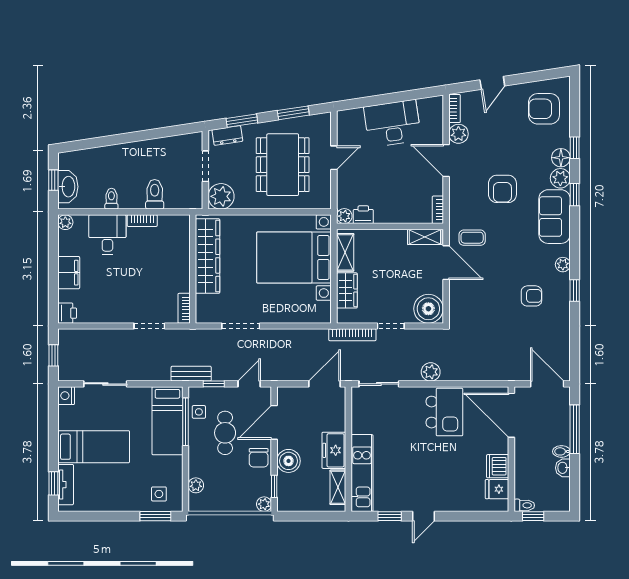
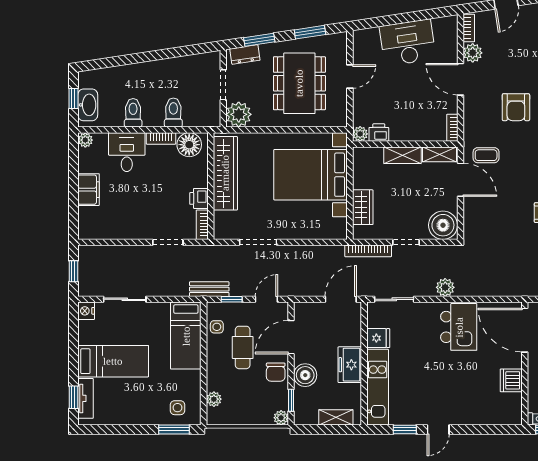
toilet: (111, 199) -> (133, 113), width x1.37, depth x1.39
floor lamp: (171, 227) -> (189, 145), added
shelving: (345, 252) -> (402, 155), moved, turned 90
printer: (67, 313) -> (199, 198), moved, turned 180
window: (185, 422) -> (204, 337), removed
shelving: (338, 487) -> (336, 417), moved, turned 90
fridge: (497, 489) -> (378, 338), moved, turned 180

